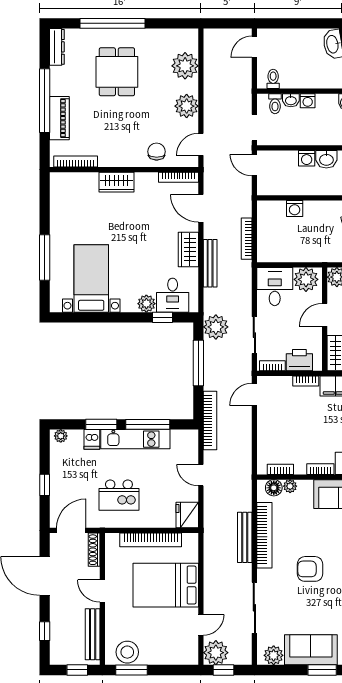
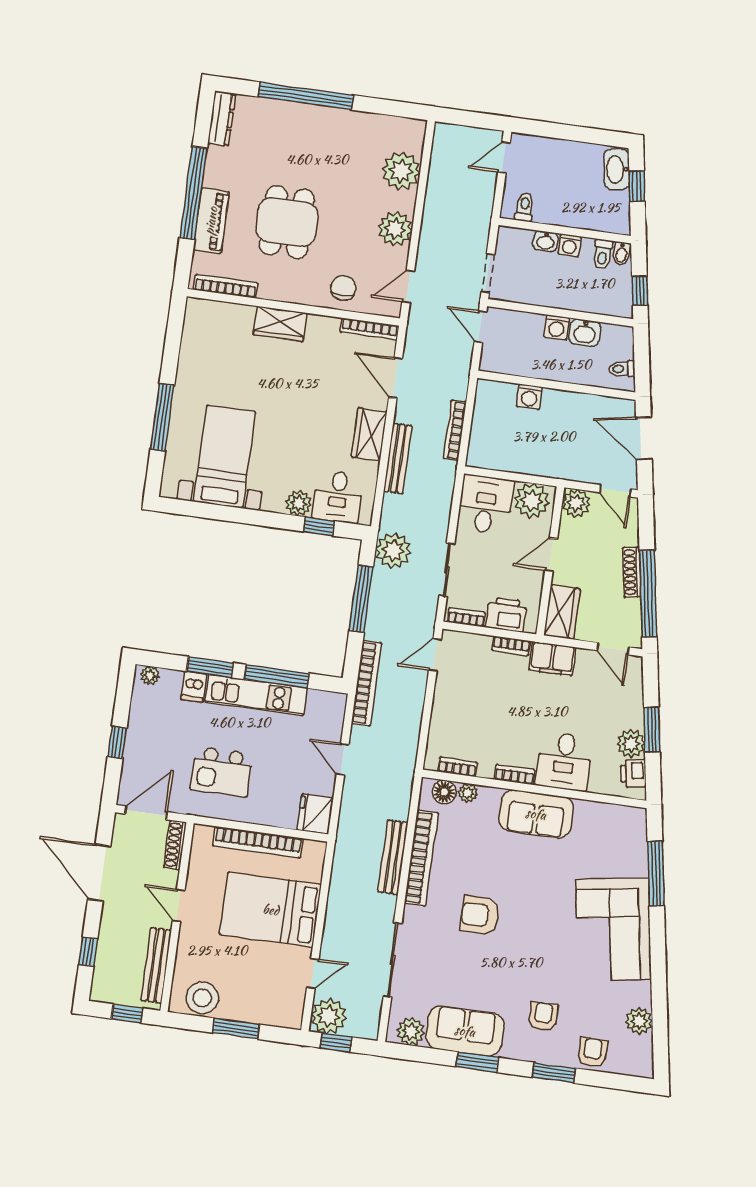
dining table: (117, 72) -> (287, 222), moved
toilet: (275, 104) -> (603, 254), moved
window: (131, 670) -> (236, 1029), moved

